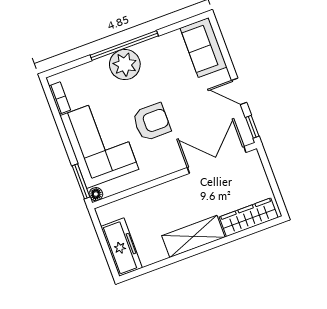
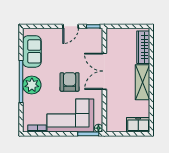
sofa: (204, 47) -> (32, 51), moved, turned -90
double door: (217, 160) -> (104, 71), moved
freezer: (122, 247) -> (138, 125), width x0.71

